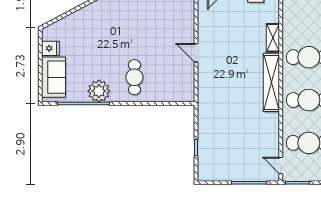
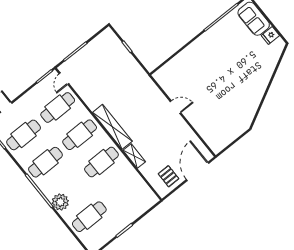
cafe table: (134, 77) -> (202, 60), removed
plant: (99, 91) -> (218, 33), removed
door: (281, 166) -> (64, 79), swing flipped

